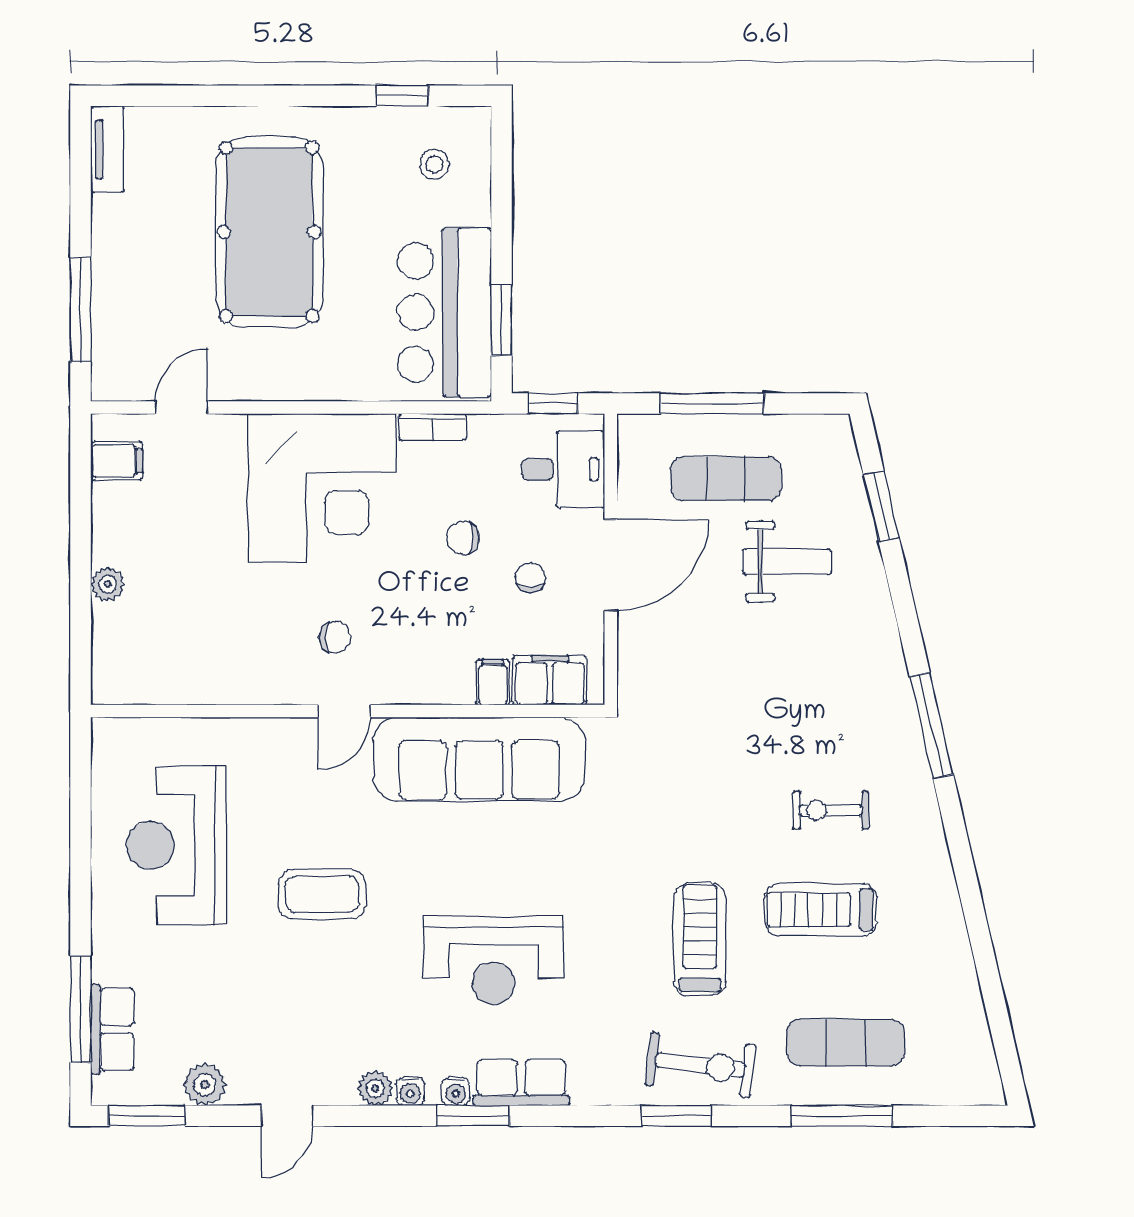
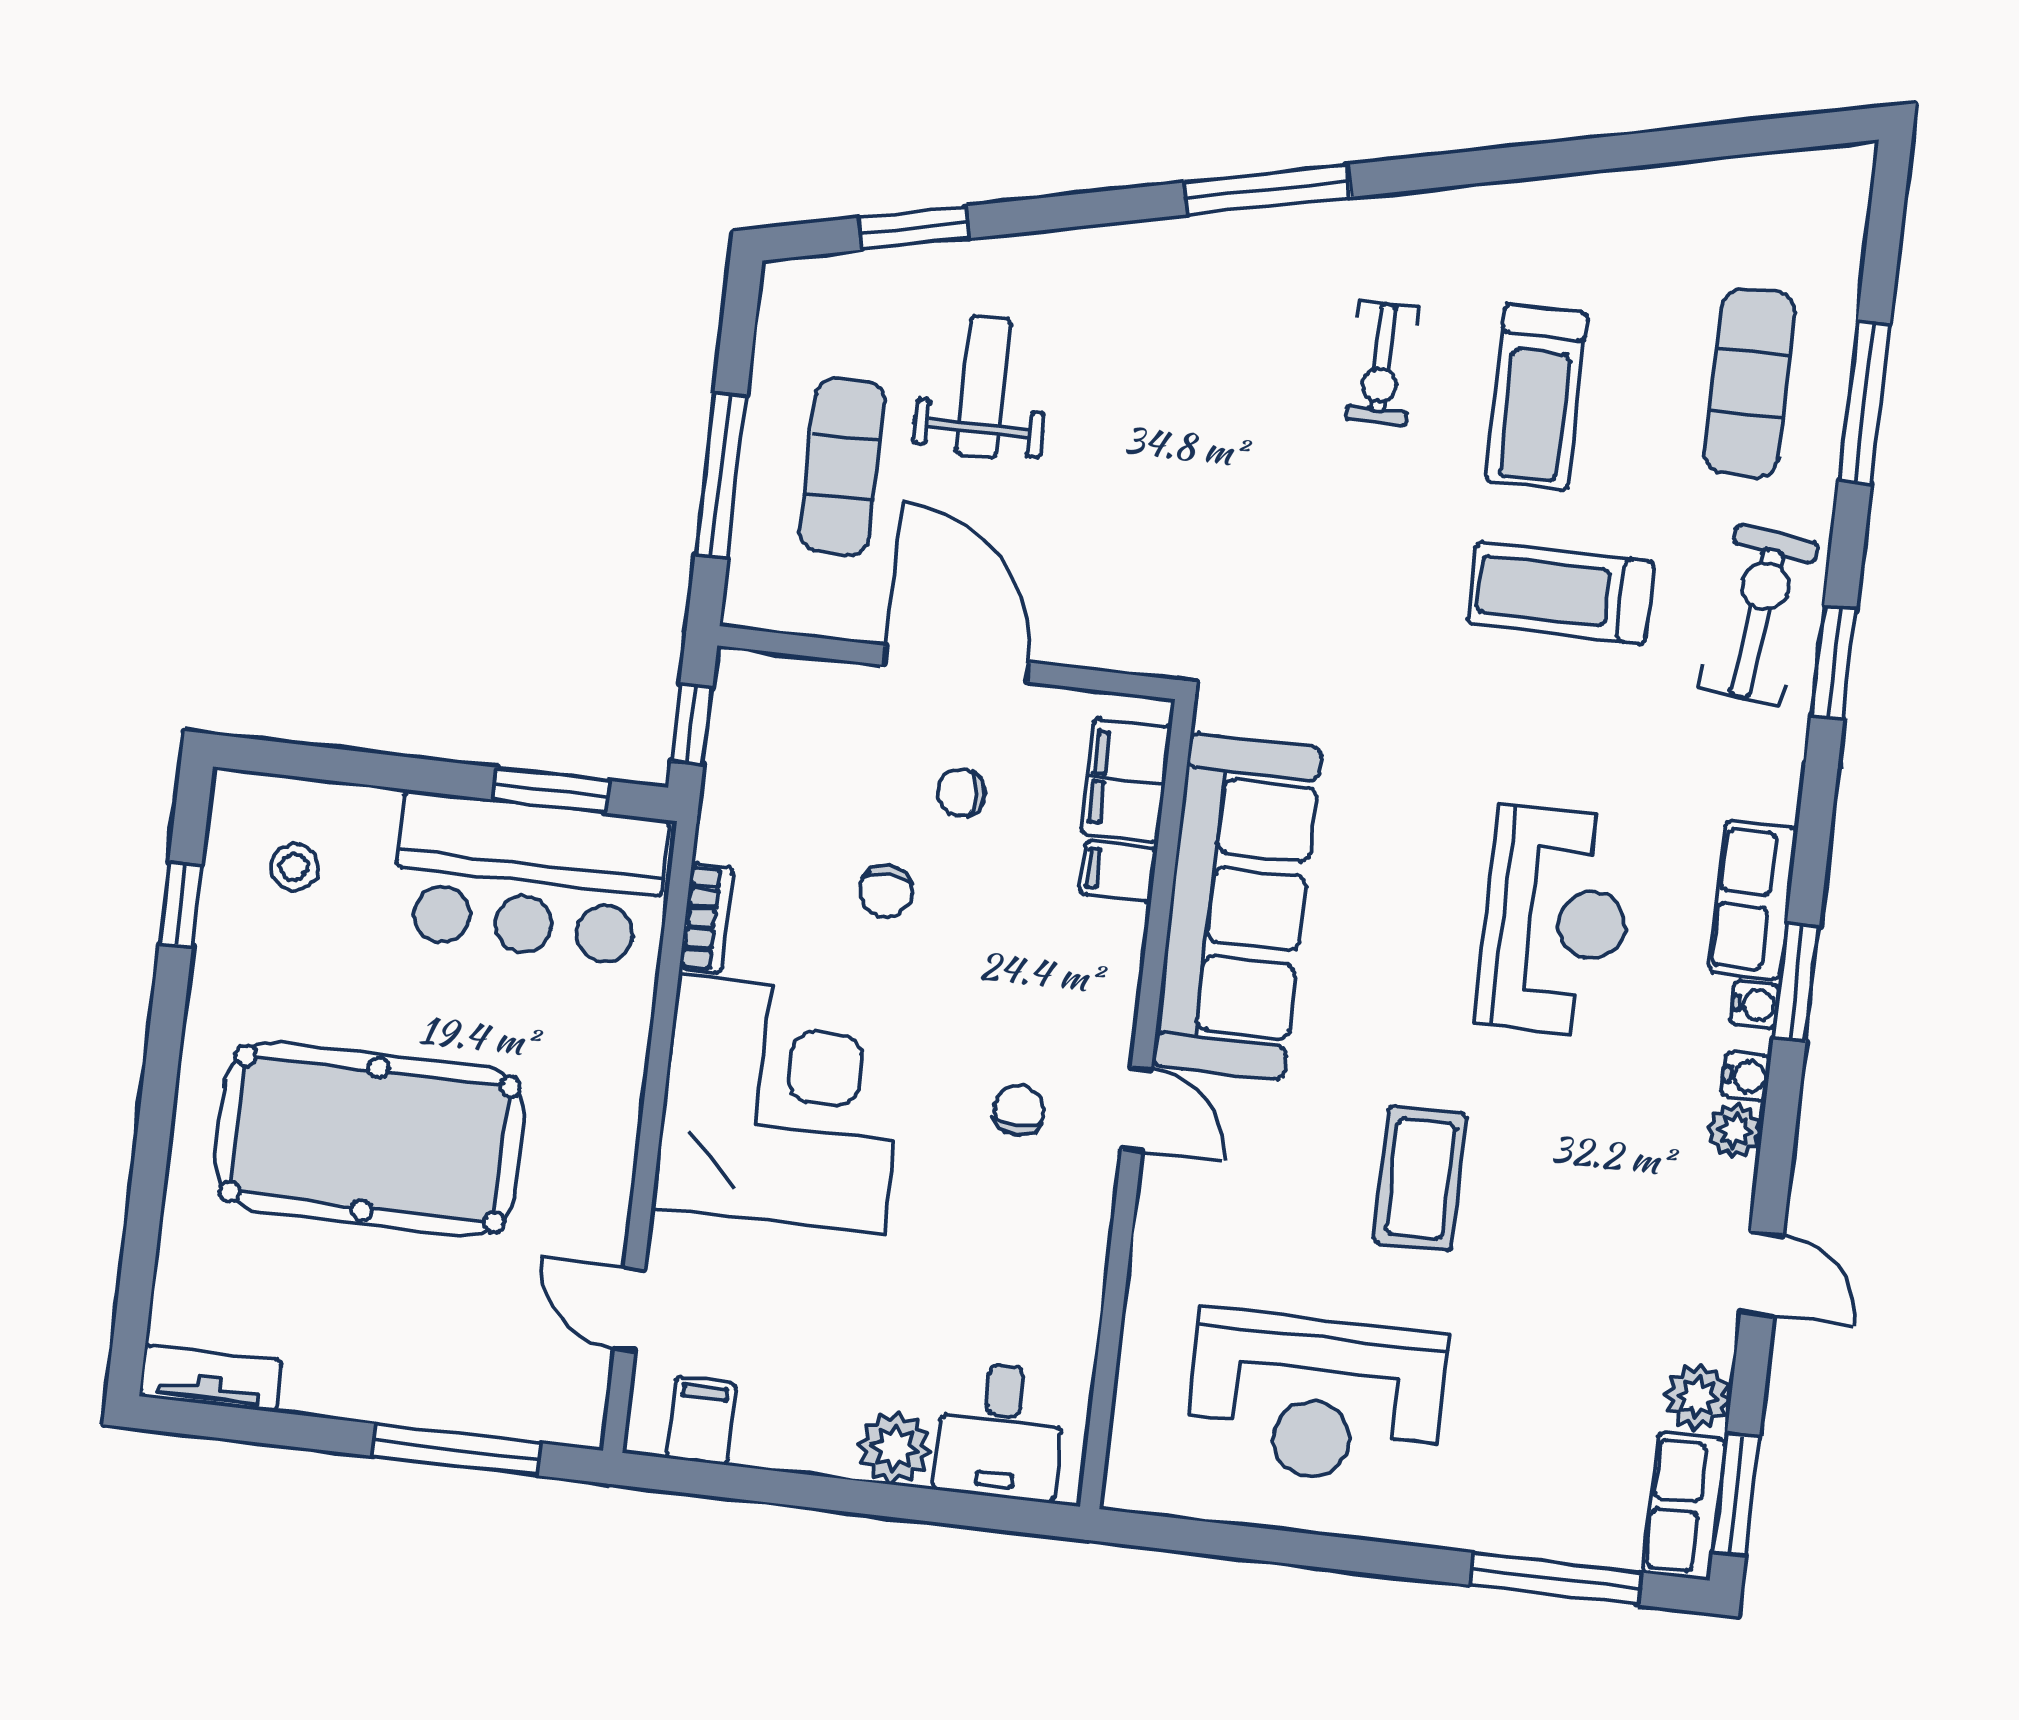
desk: (563, 469) -> (1000, 1431), moved, turned 180
plant: (108, 584) -> (895, 1448), width x1.38, depth x1.38
row of seats: (112, 1029) -> (1684, 1506), moved, turned -90

